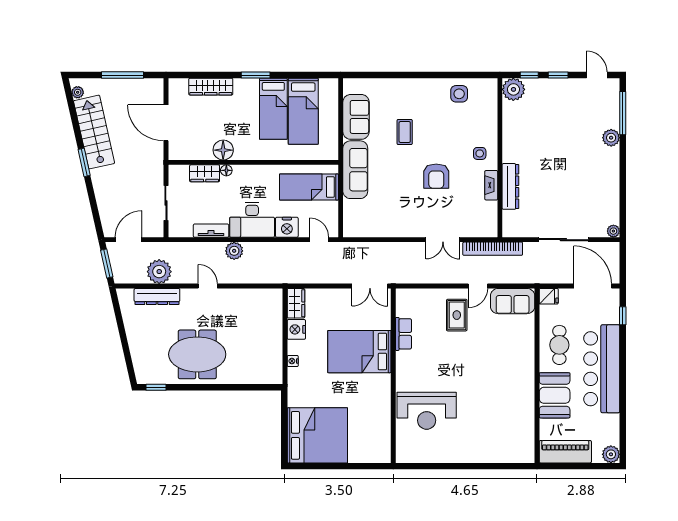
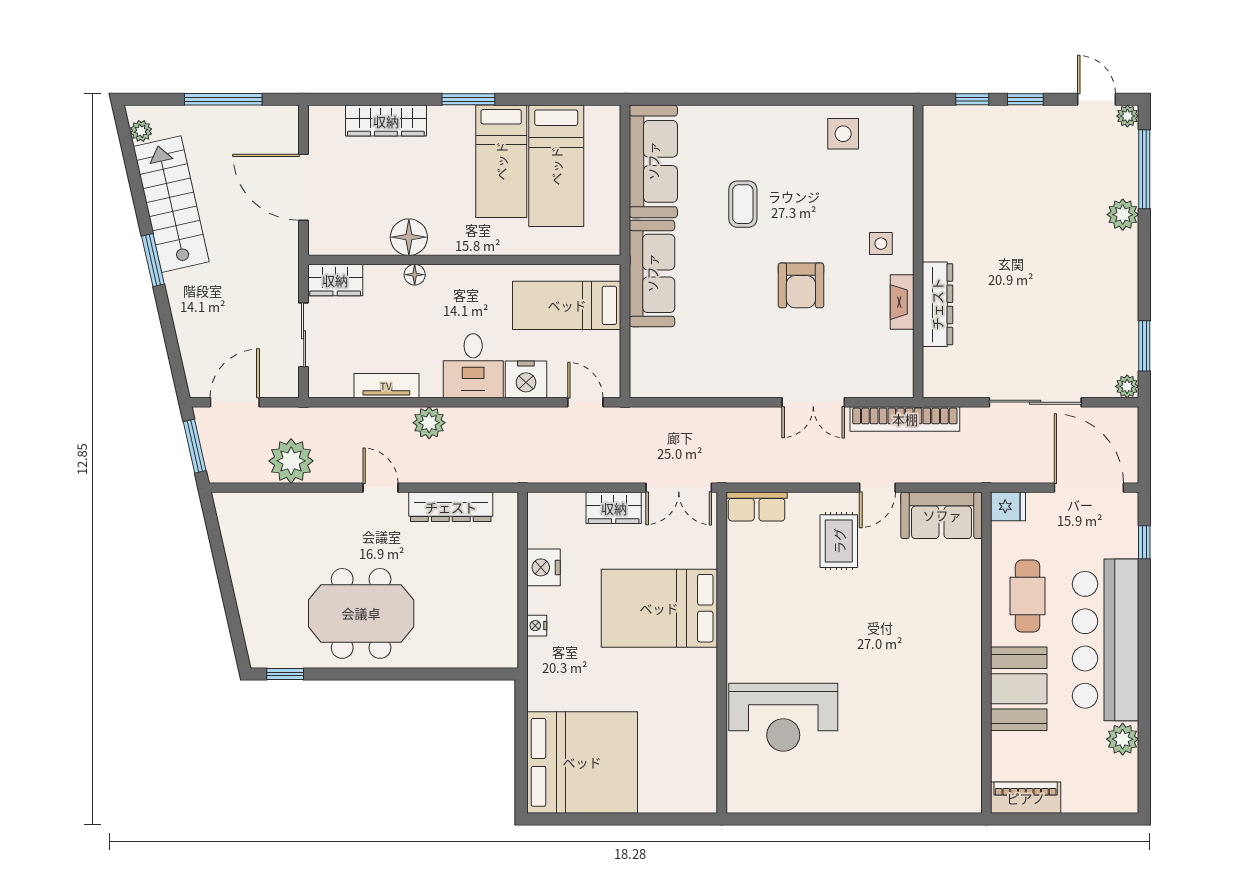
plant: (513, 89) -> (1127, 116), moved, width x0.53, depth x0.53
sofa: (356, 117) -> (653, 161), width x1.36
wardrobe: (205, 173) -> (335, 280), moved
window: (623, 209) -> (1144, 346), added
desk: (252, 220) -> (473, 366), width x0.73
dresser: (157, 296) -> (451, 507), moved
wardrobe: (296, 303) -> (614, 508), moved, turned 90
row of seats: (403, 334) -> (757, 506), moved, turned 90
piano: (565, 452) -> (1026, 798), width x0.73, depth x0.75
plant: (611, 454) -> (1123, 739), moved

